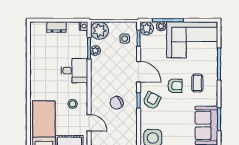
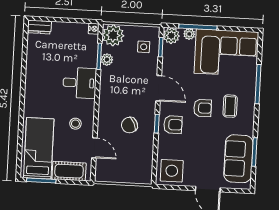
dresser: (56, 27) -> (39, 27), moved
armchair: (152, 101) -> (173, 125), turned 63

